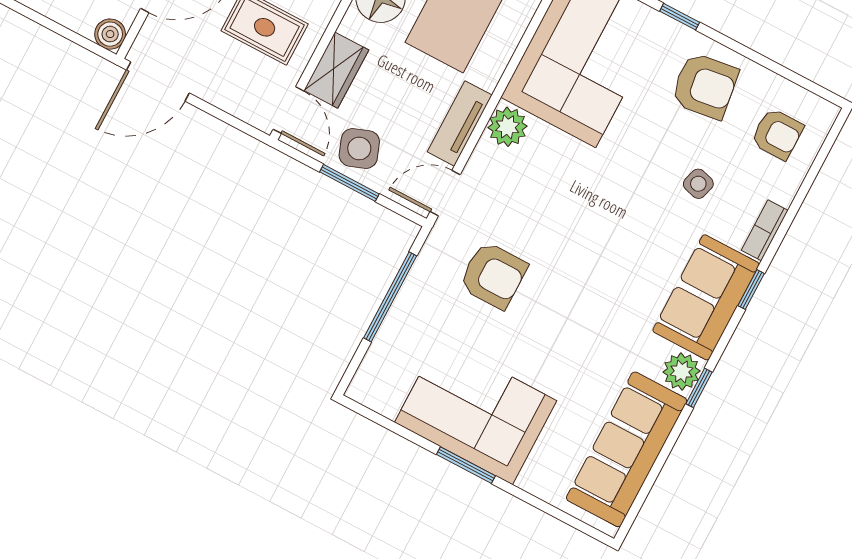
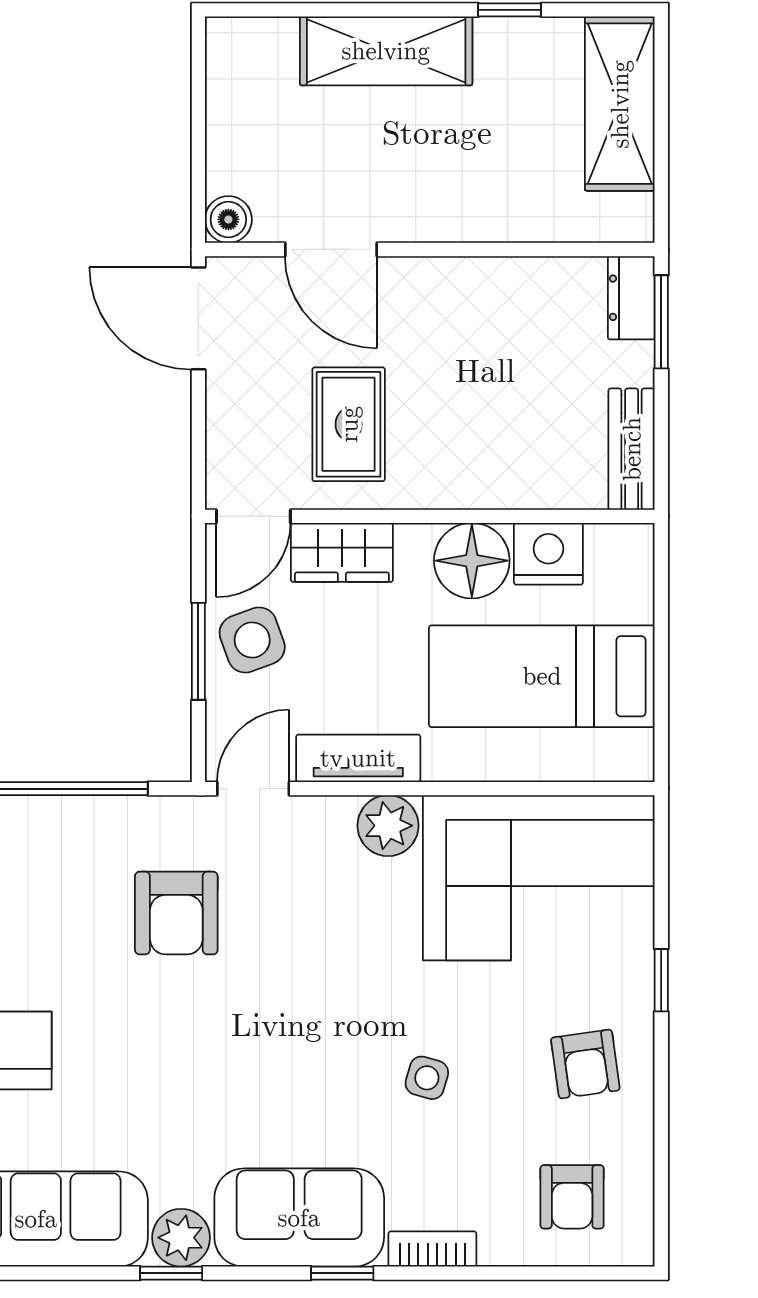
armchair: (705, 86) -> (585, 1064), width x0.72, depth x0.72
side table: (698, 184) -> (427, 1078), moved
door: (445, 193) -> (253, 789), hinge flipped

